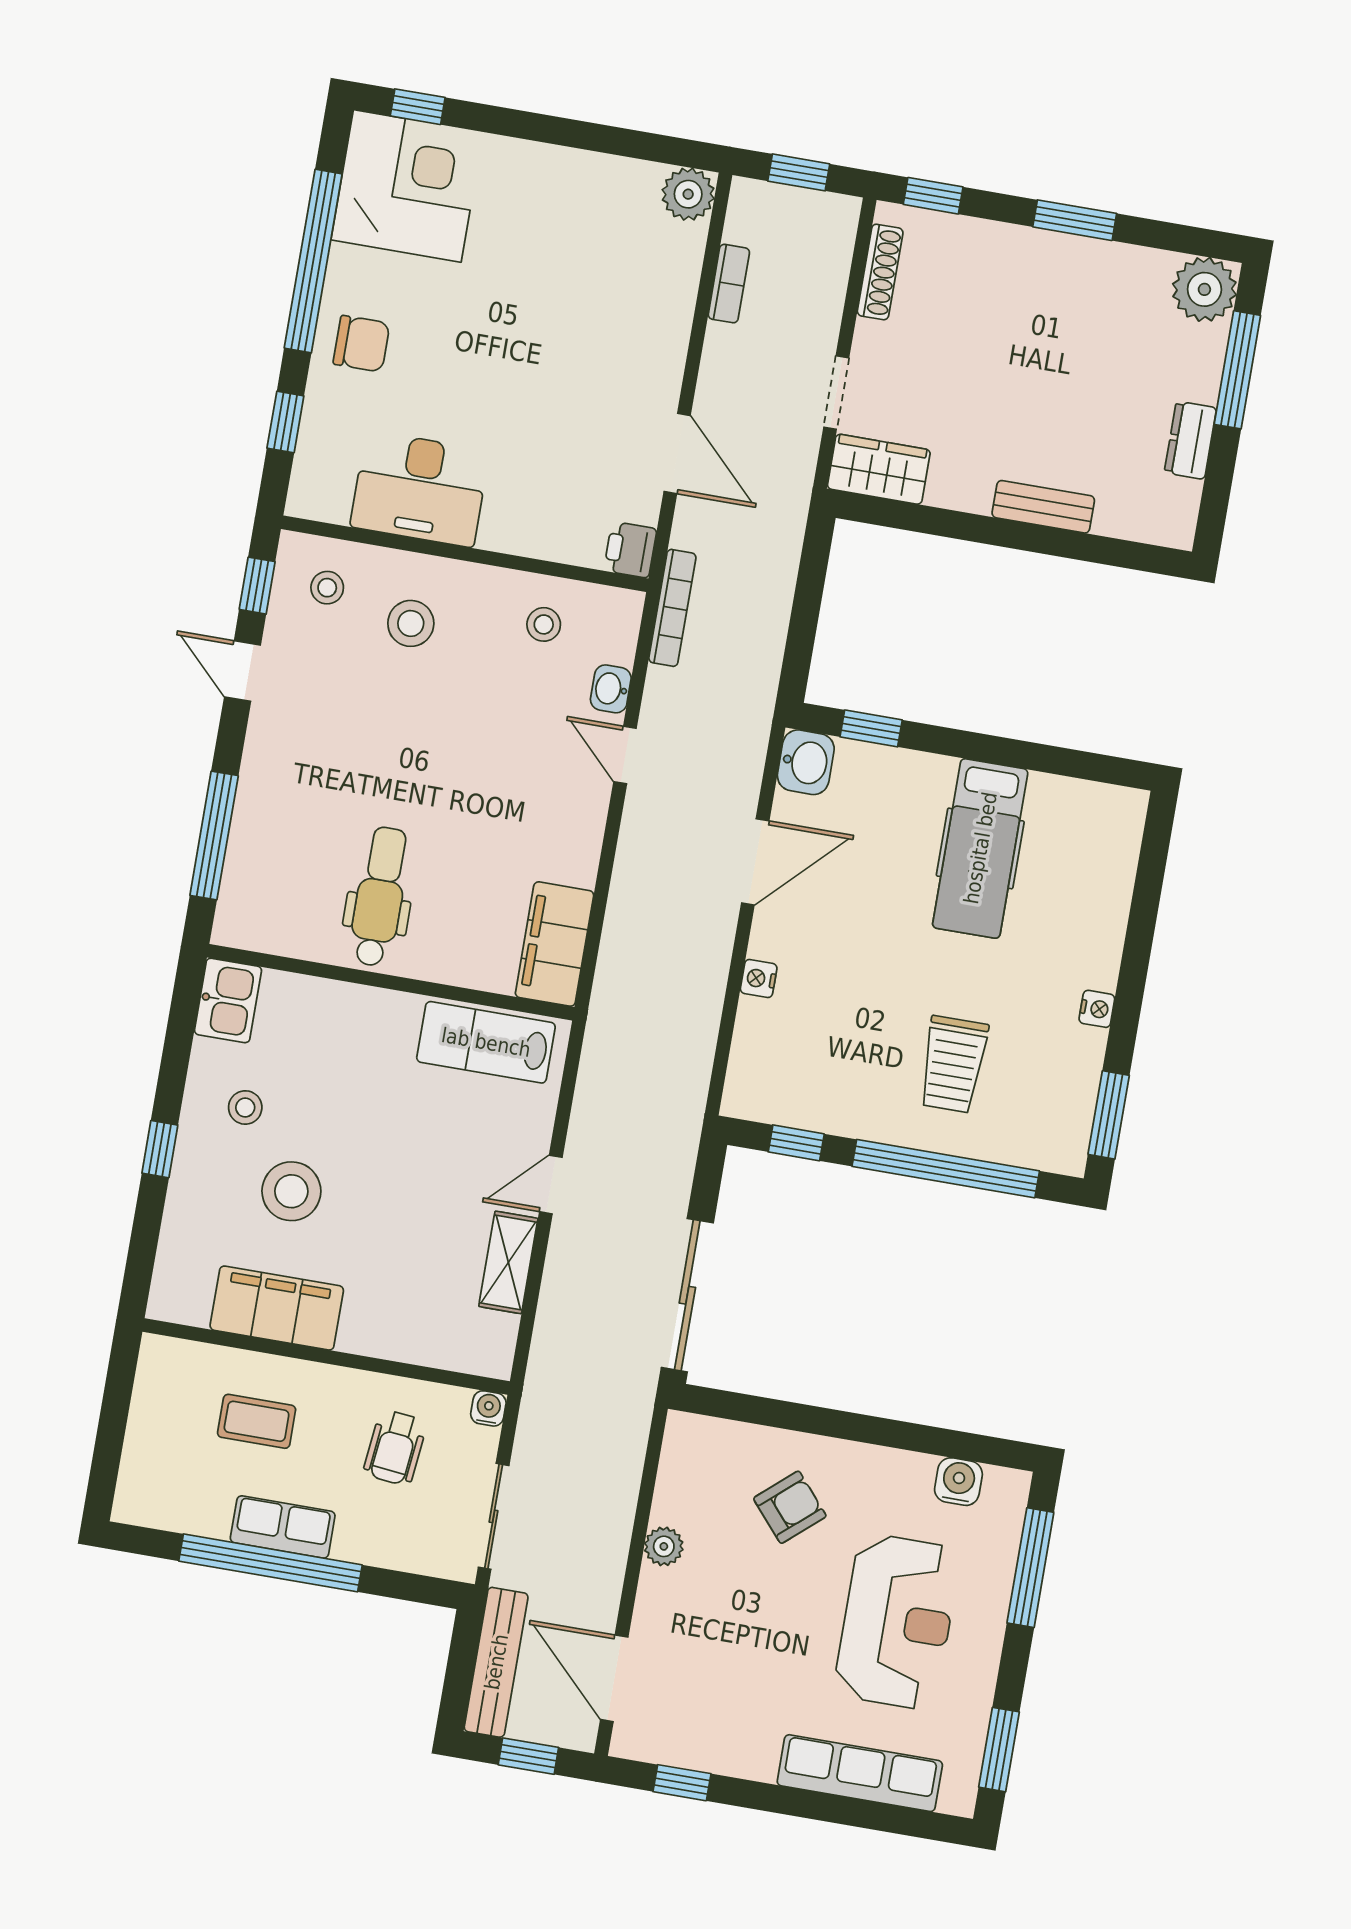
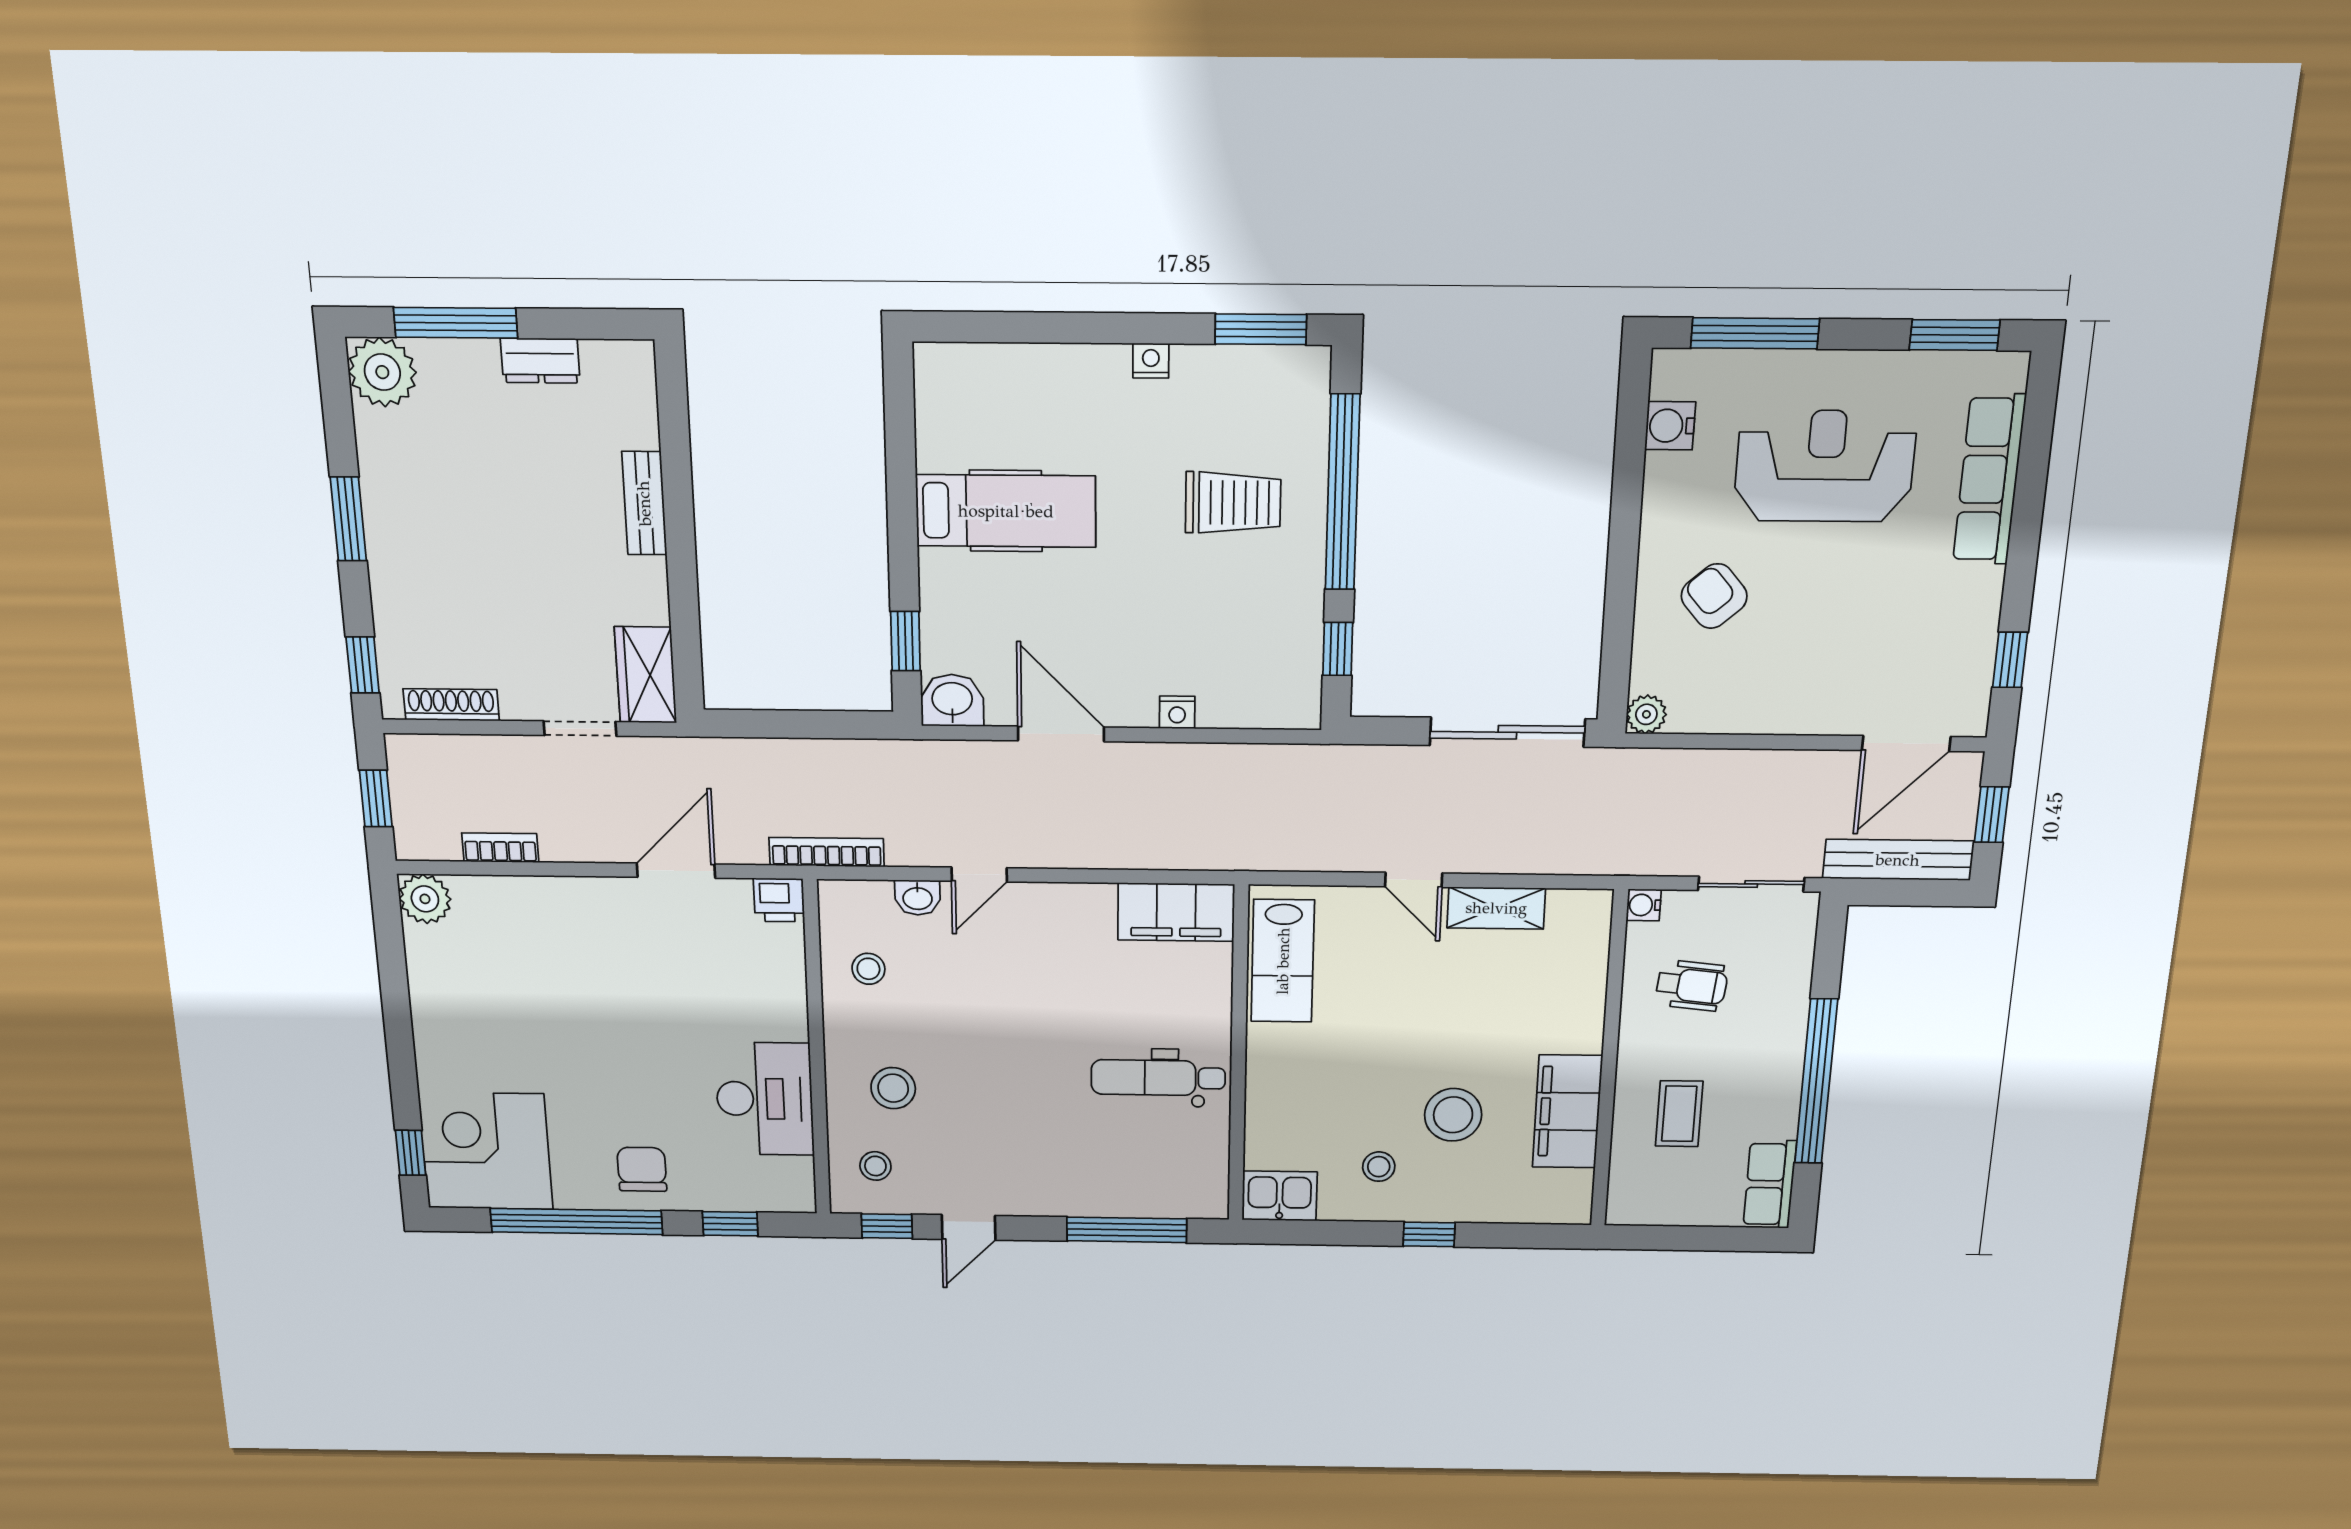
row of seats: (283, 1527) -> (1770, 1184), moved
plant: (664, 1546) -> (1646, 714), moved

